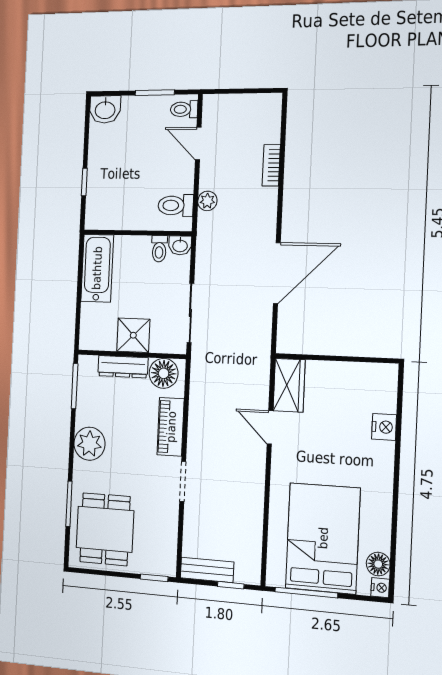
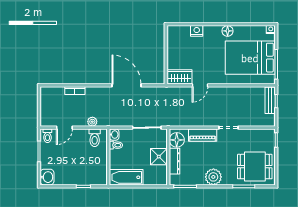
floor lamp: (378, 564) -> (228, 31), moved
bench: (207, 570) -> (270, 100), moved

